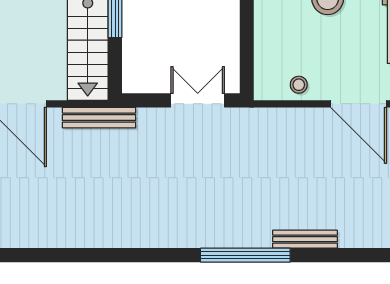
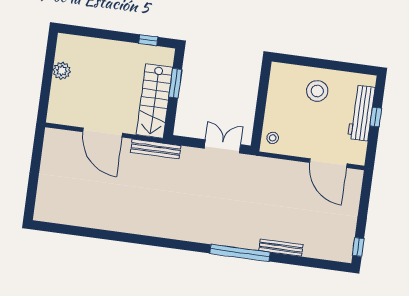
stool: (299, 85) -> (273, 138), moved

